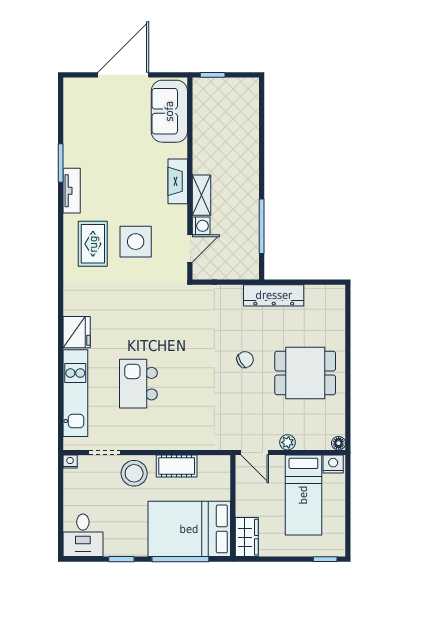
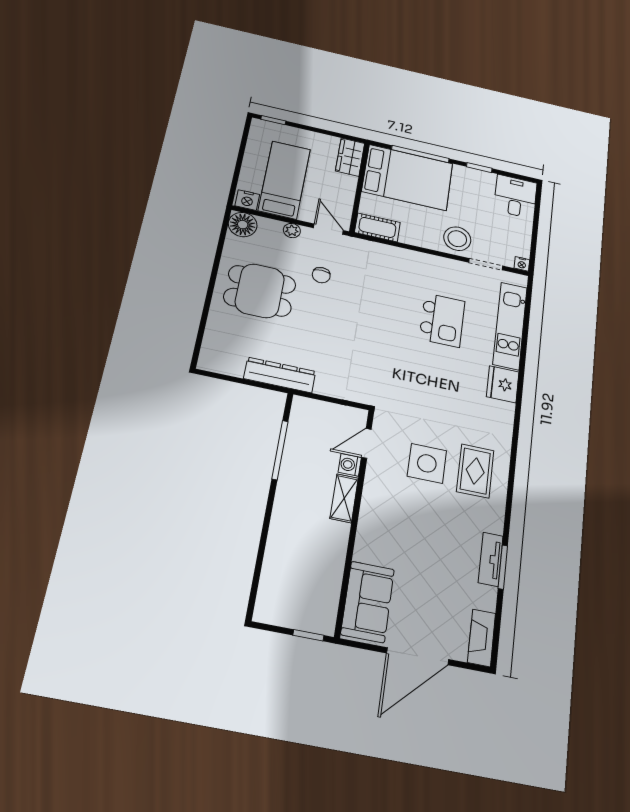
fireplace: (178, 181) -> (482, 638), moved, turned 180
tv unit: (72, 191) -> (491, 559), moved
chair: (245, 360) -> (321, 275), moved, turned -60
floor lamp: (339, 443) -> (243, 225), width x1.89, depth x1.89
cot: (177, 466) -> (377, 227), moved

